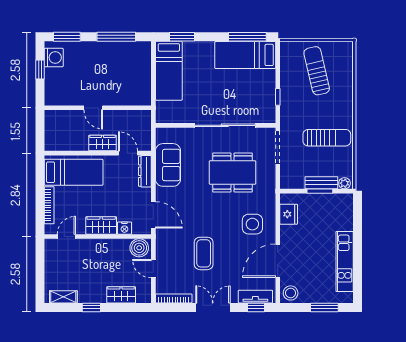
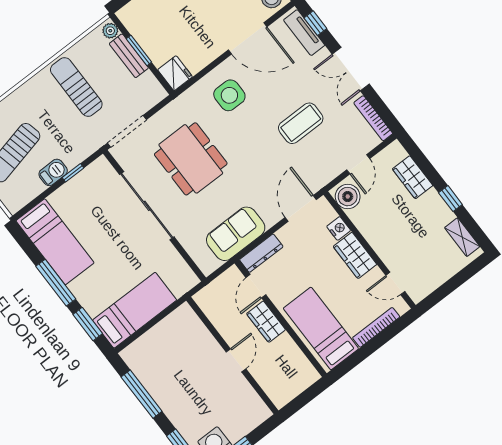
window: (247, 37) -> (56, 283), moved
barbecue: (287, 85) -> (53, 172), added
fridge: (289, 214) -> (175, 73), moved, turned 90

